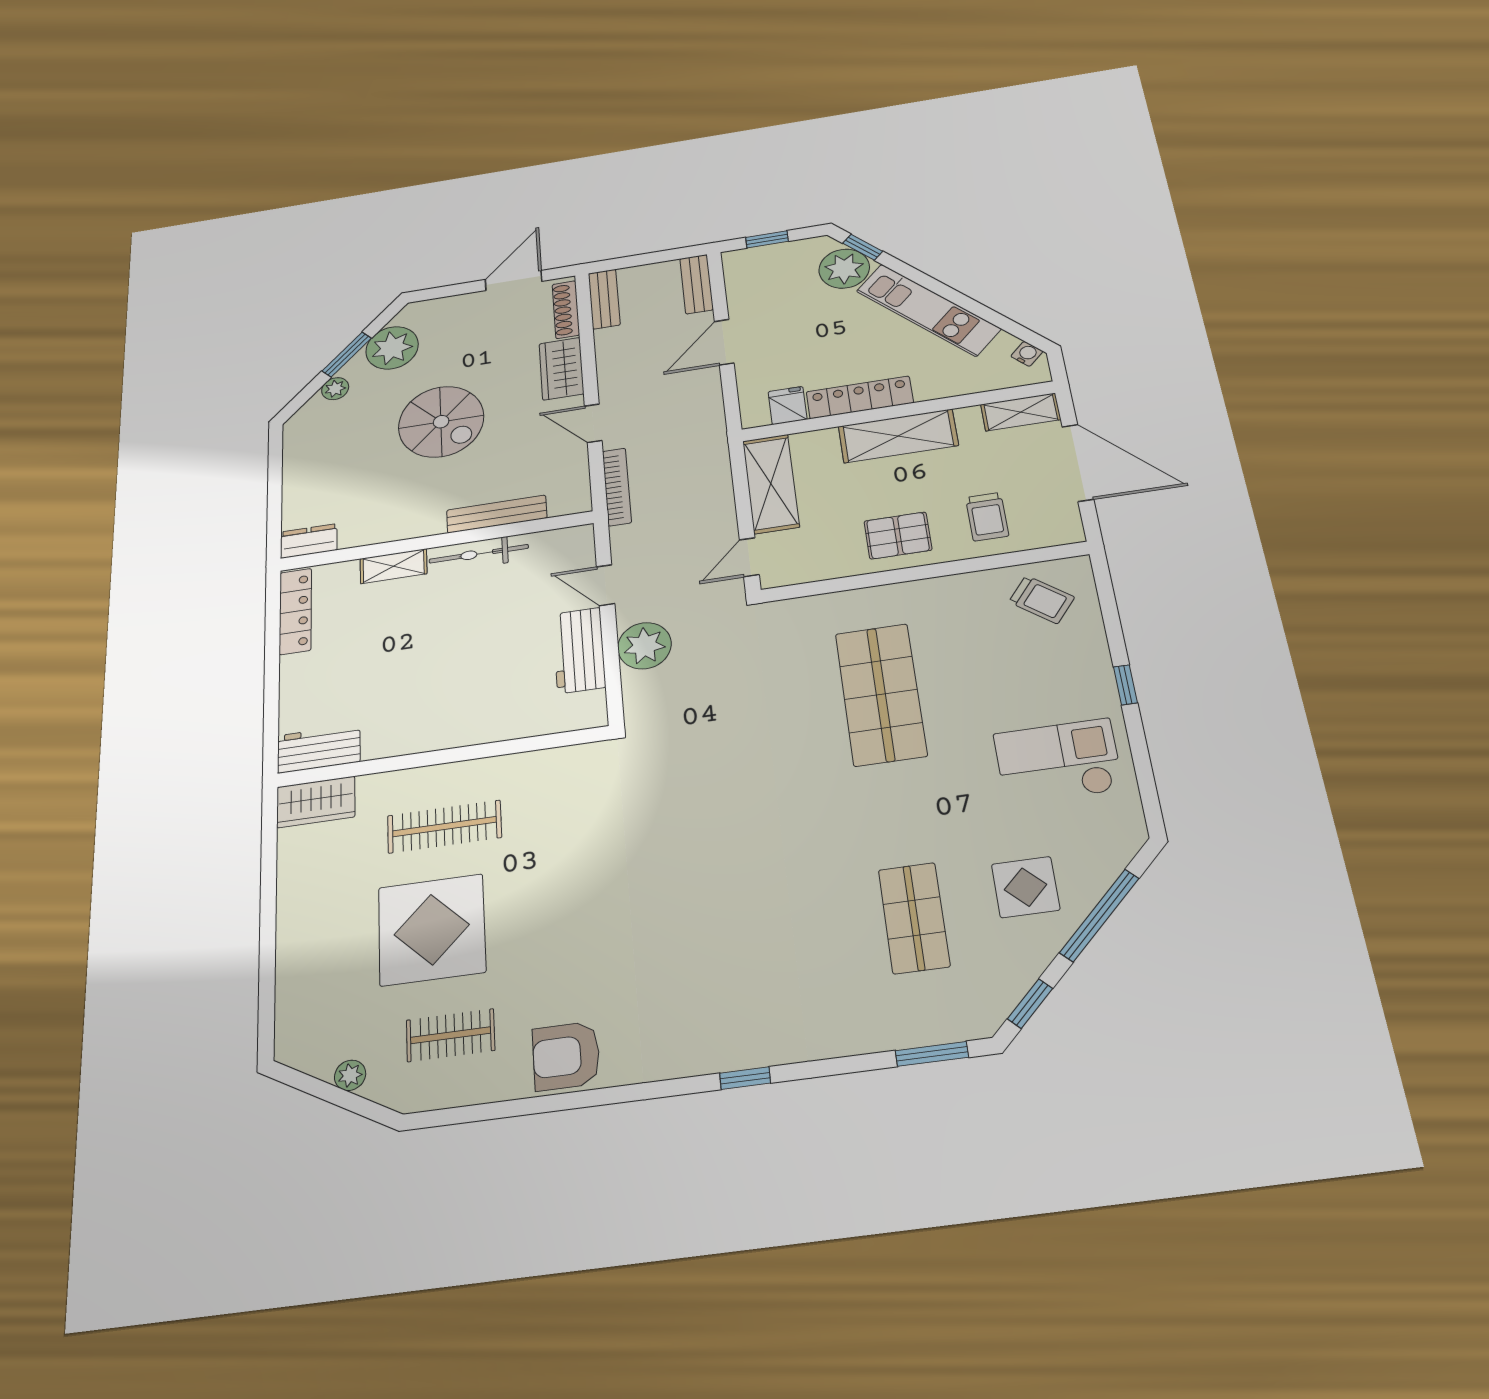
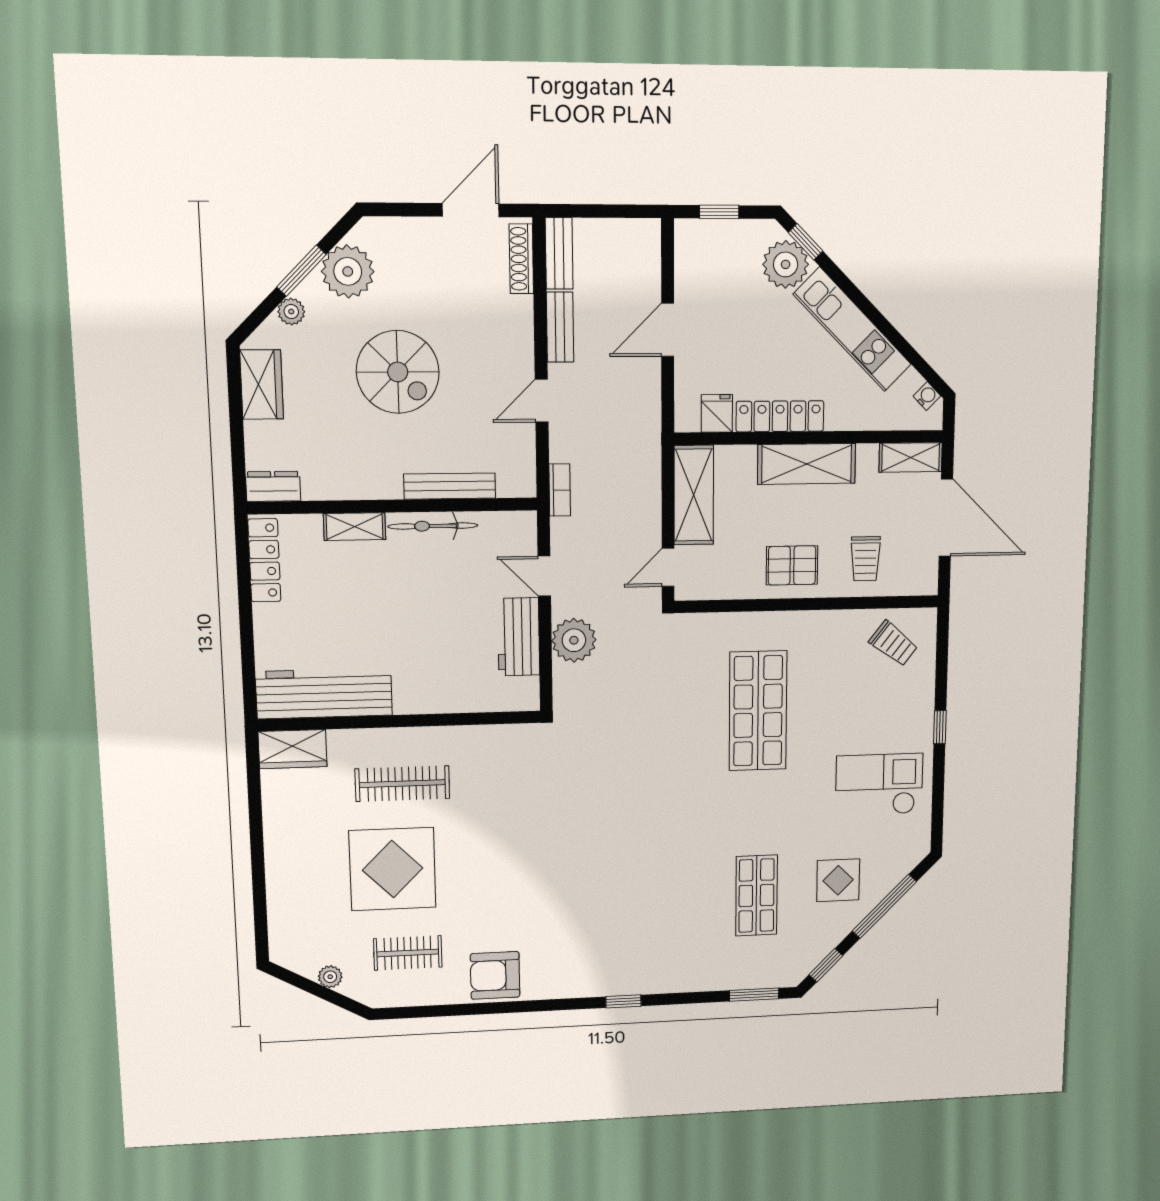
bench: (697, 284) -> (560, 327), moved
wardrobe: (561, 369) -> (262, 384), moved, turned 180
door: (593, 423) -> (542, 401), hinge flipped
bookcase: (617, 487) -> (560, 490), width x0.64
workbench: (319, 749) -> (324, 693), width x1.88, depth x1.32

